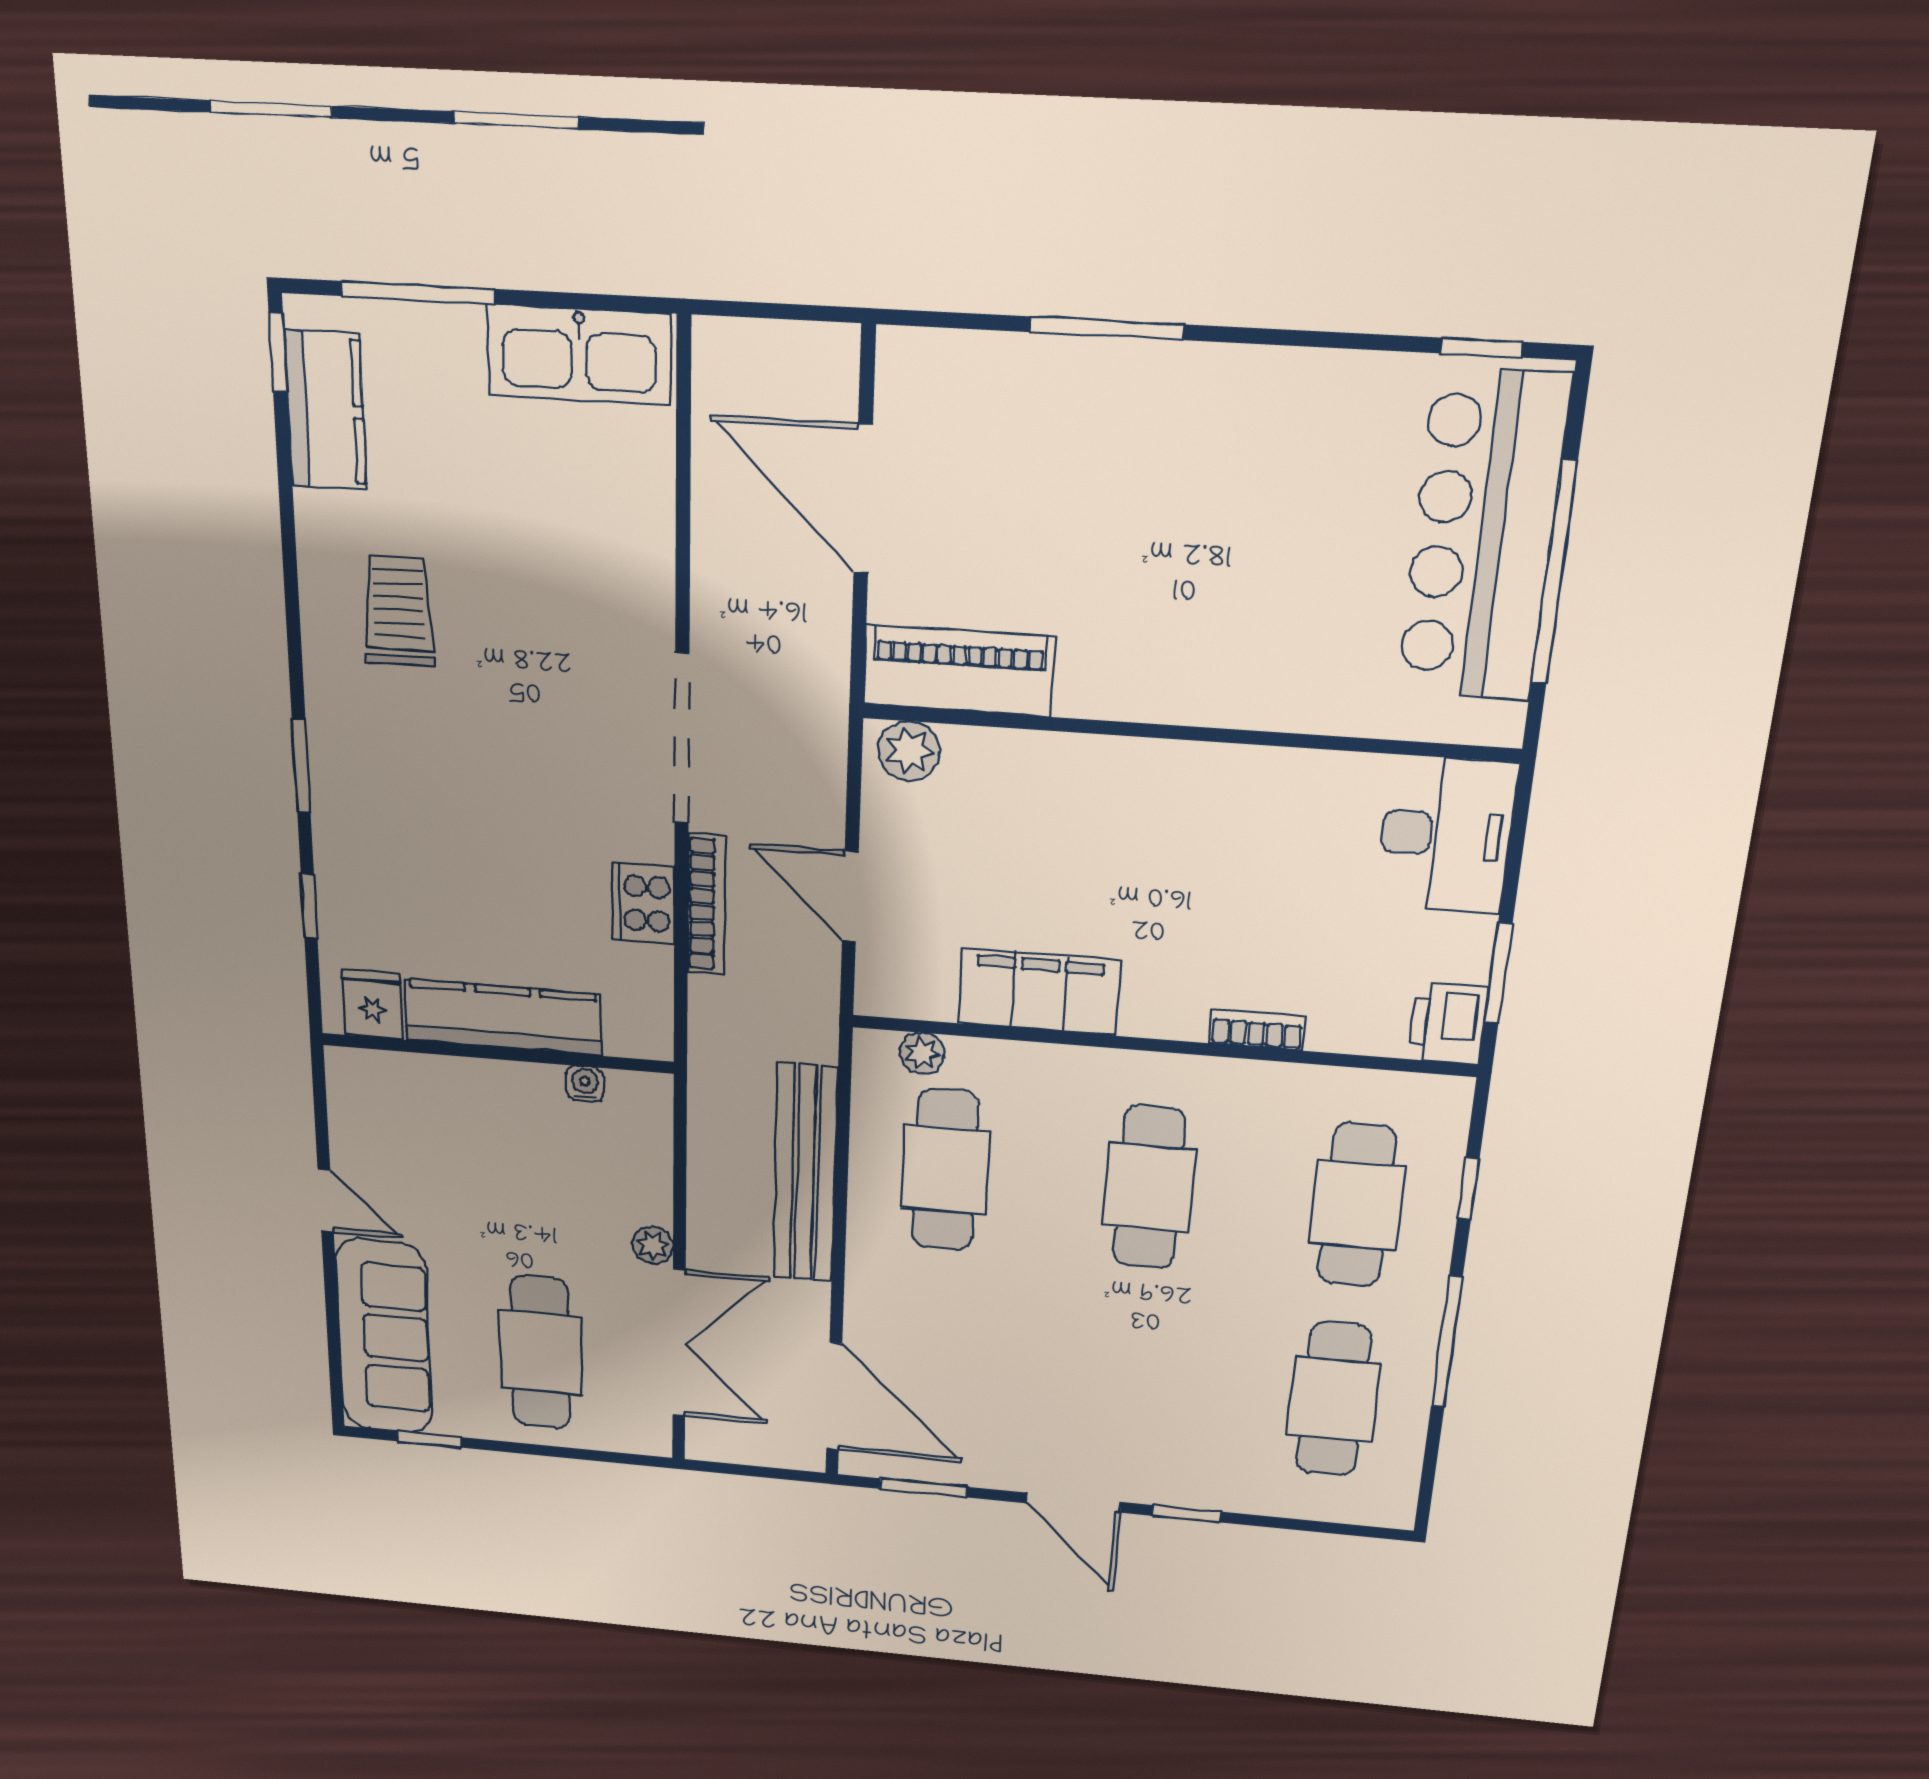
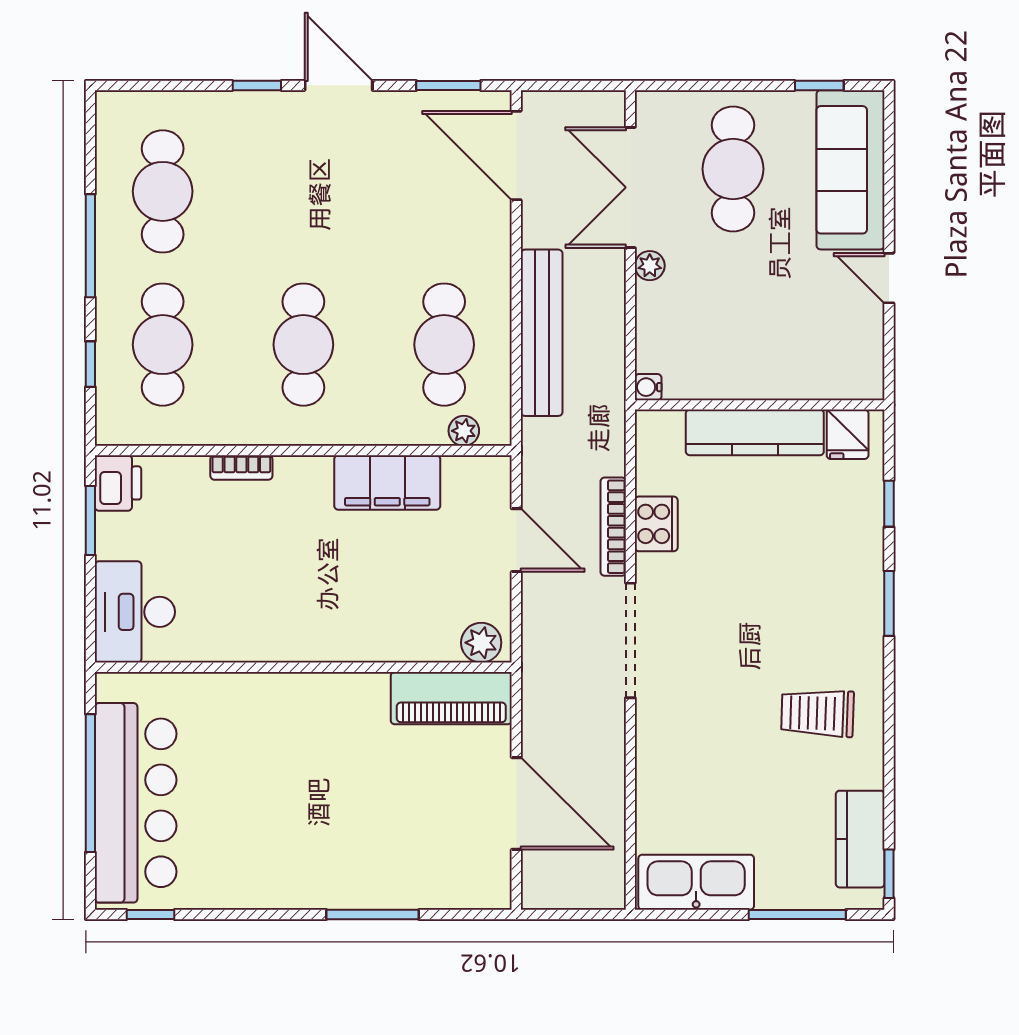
trolley: (399, 611) -> (817, 713), turned 92
water cooler: (585, 1084) -> (648, 387), moved, turned 90

